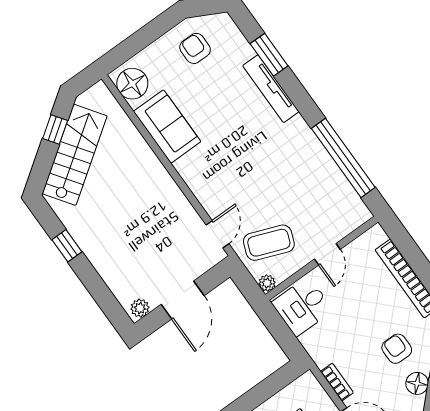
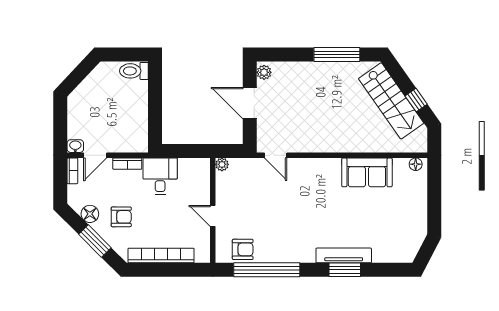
armchair: (195, 48) -> (243, 249), moved
window: (269, 55) -> (345, 270), moved
floor lamp: (132, 84) -> (416, 164), width x0.53, depth x0.53
coffee table: (269, 243) -> (247, 184), removed
window: (67, 246) -> (337, 54), width x2.17
desk: (302, 306) -> (160, 176), moved

